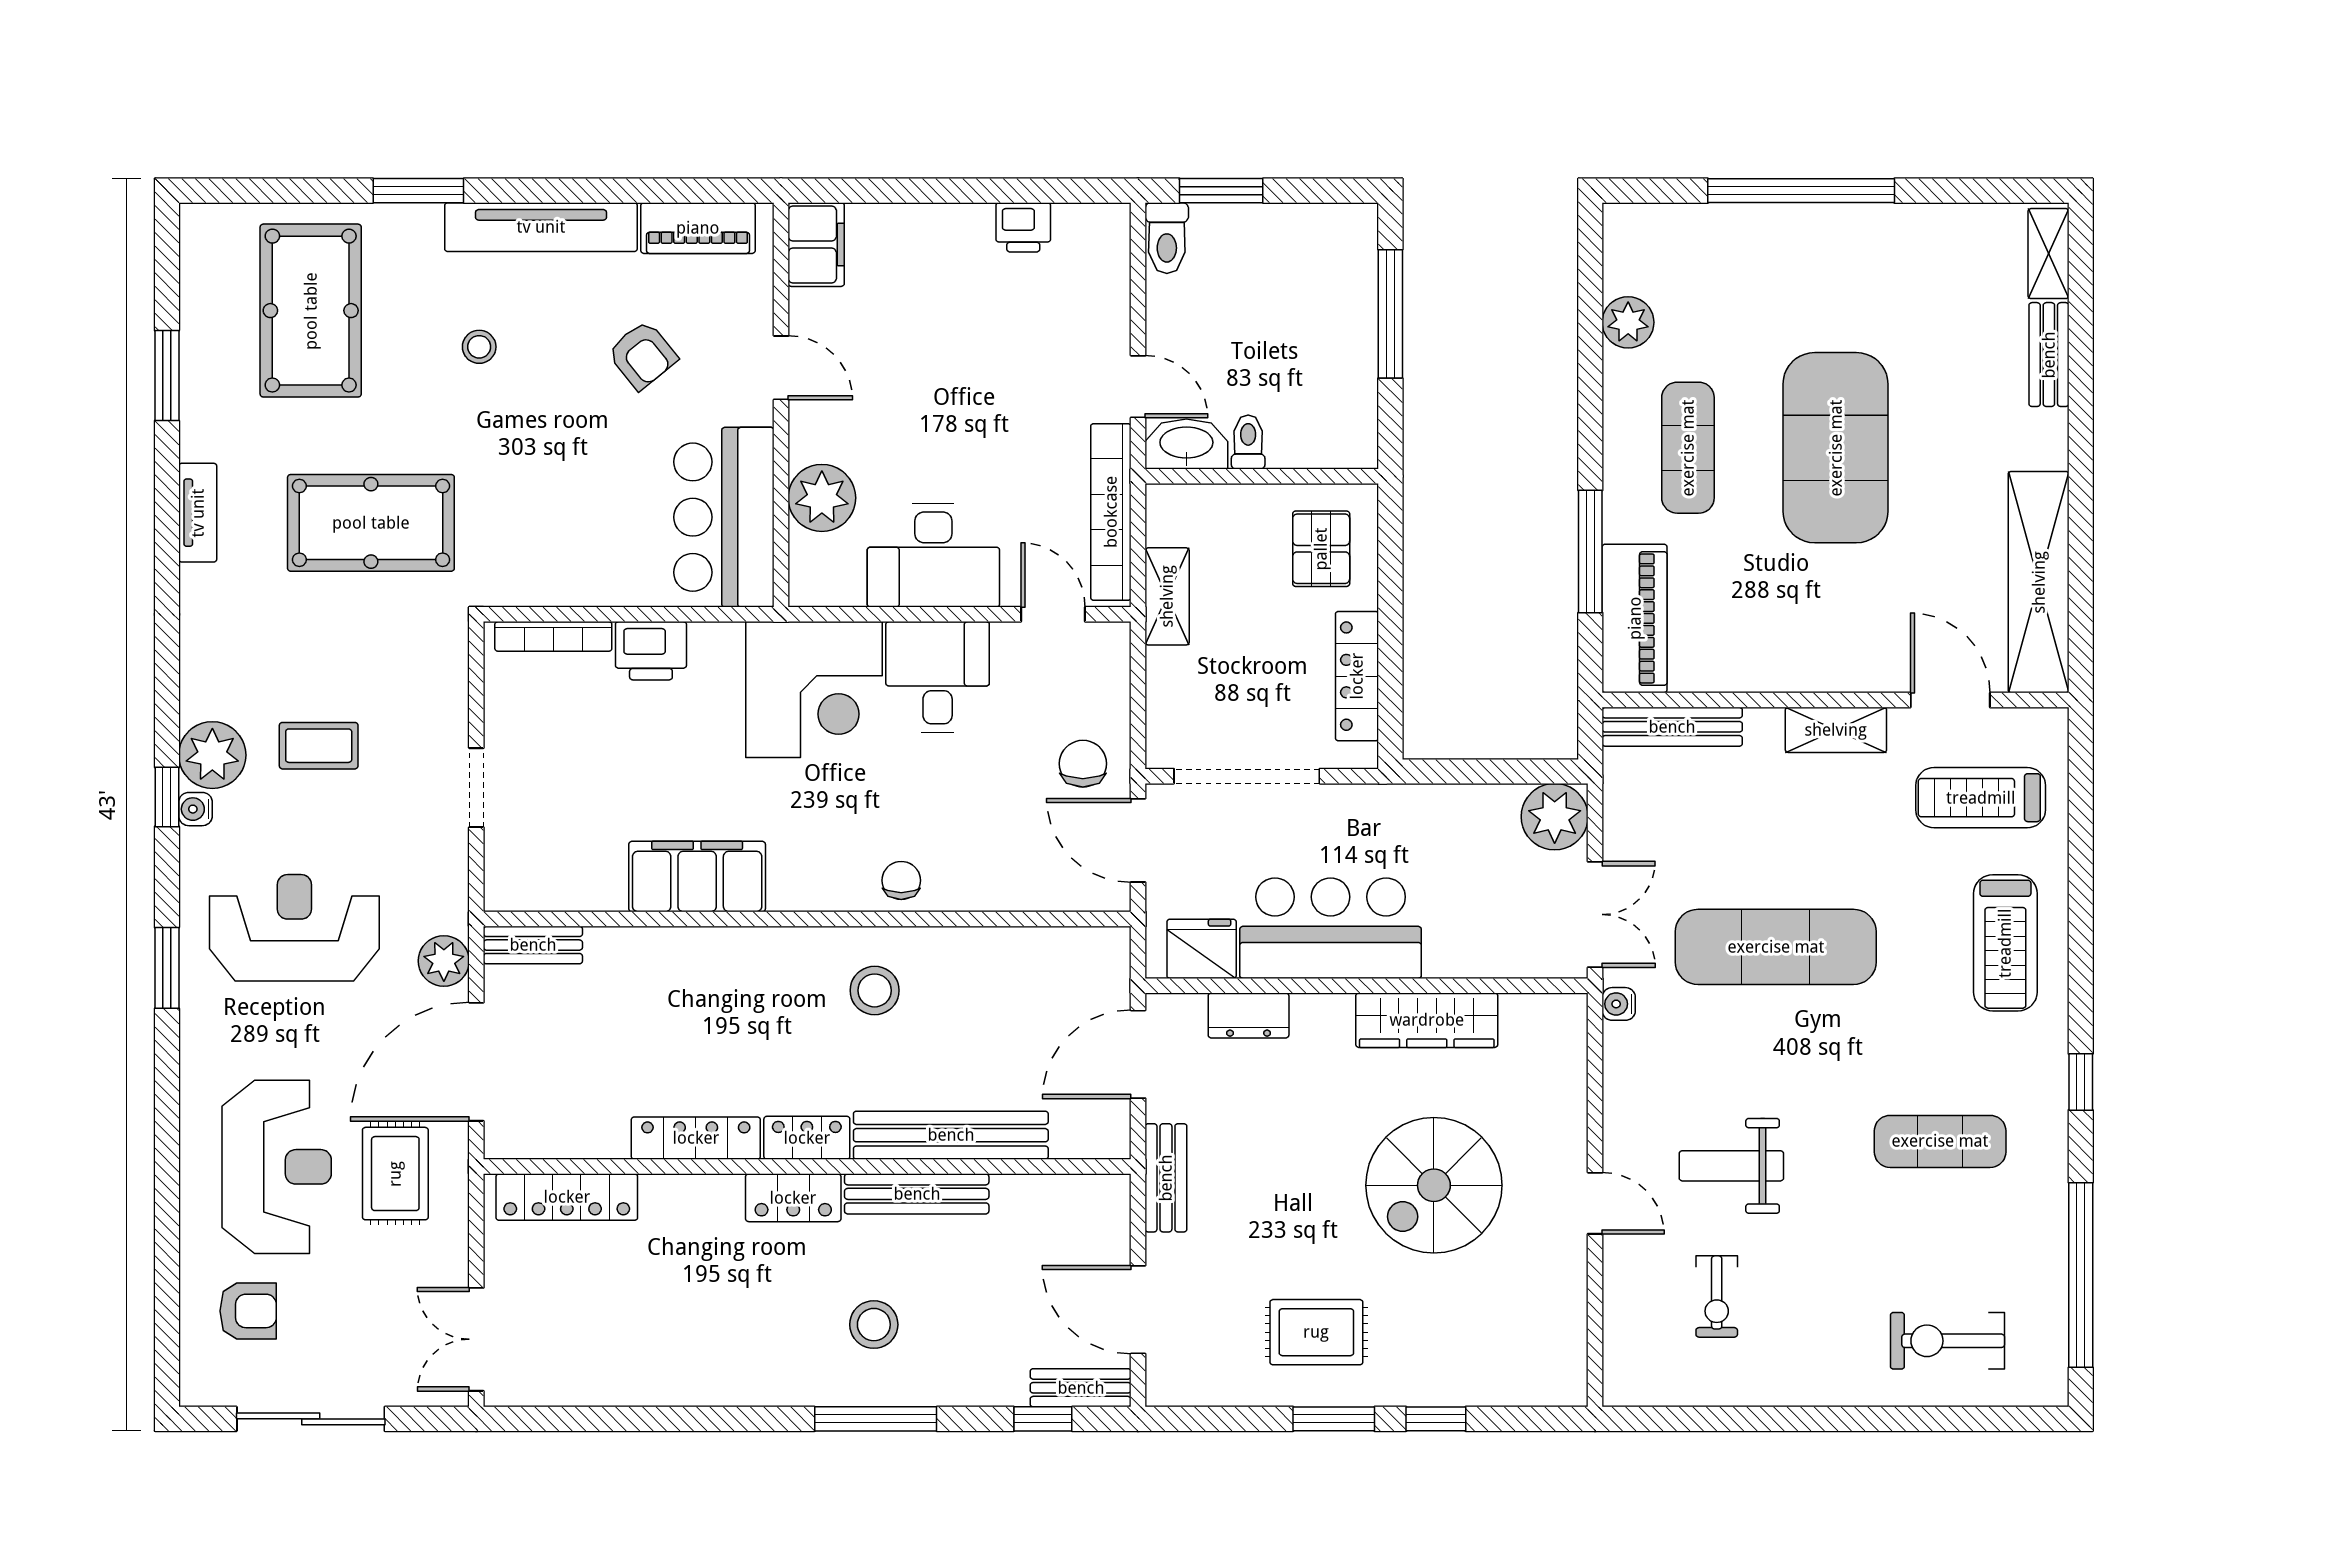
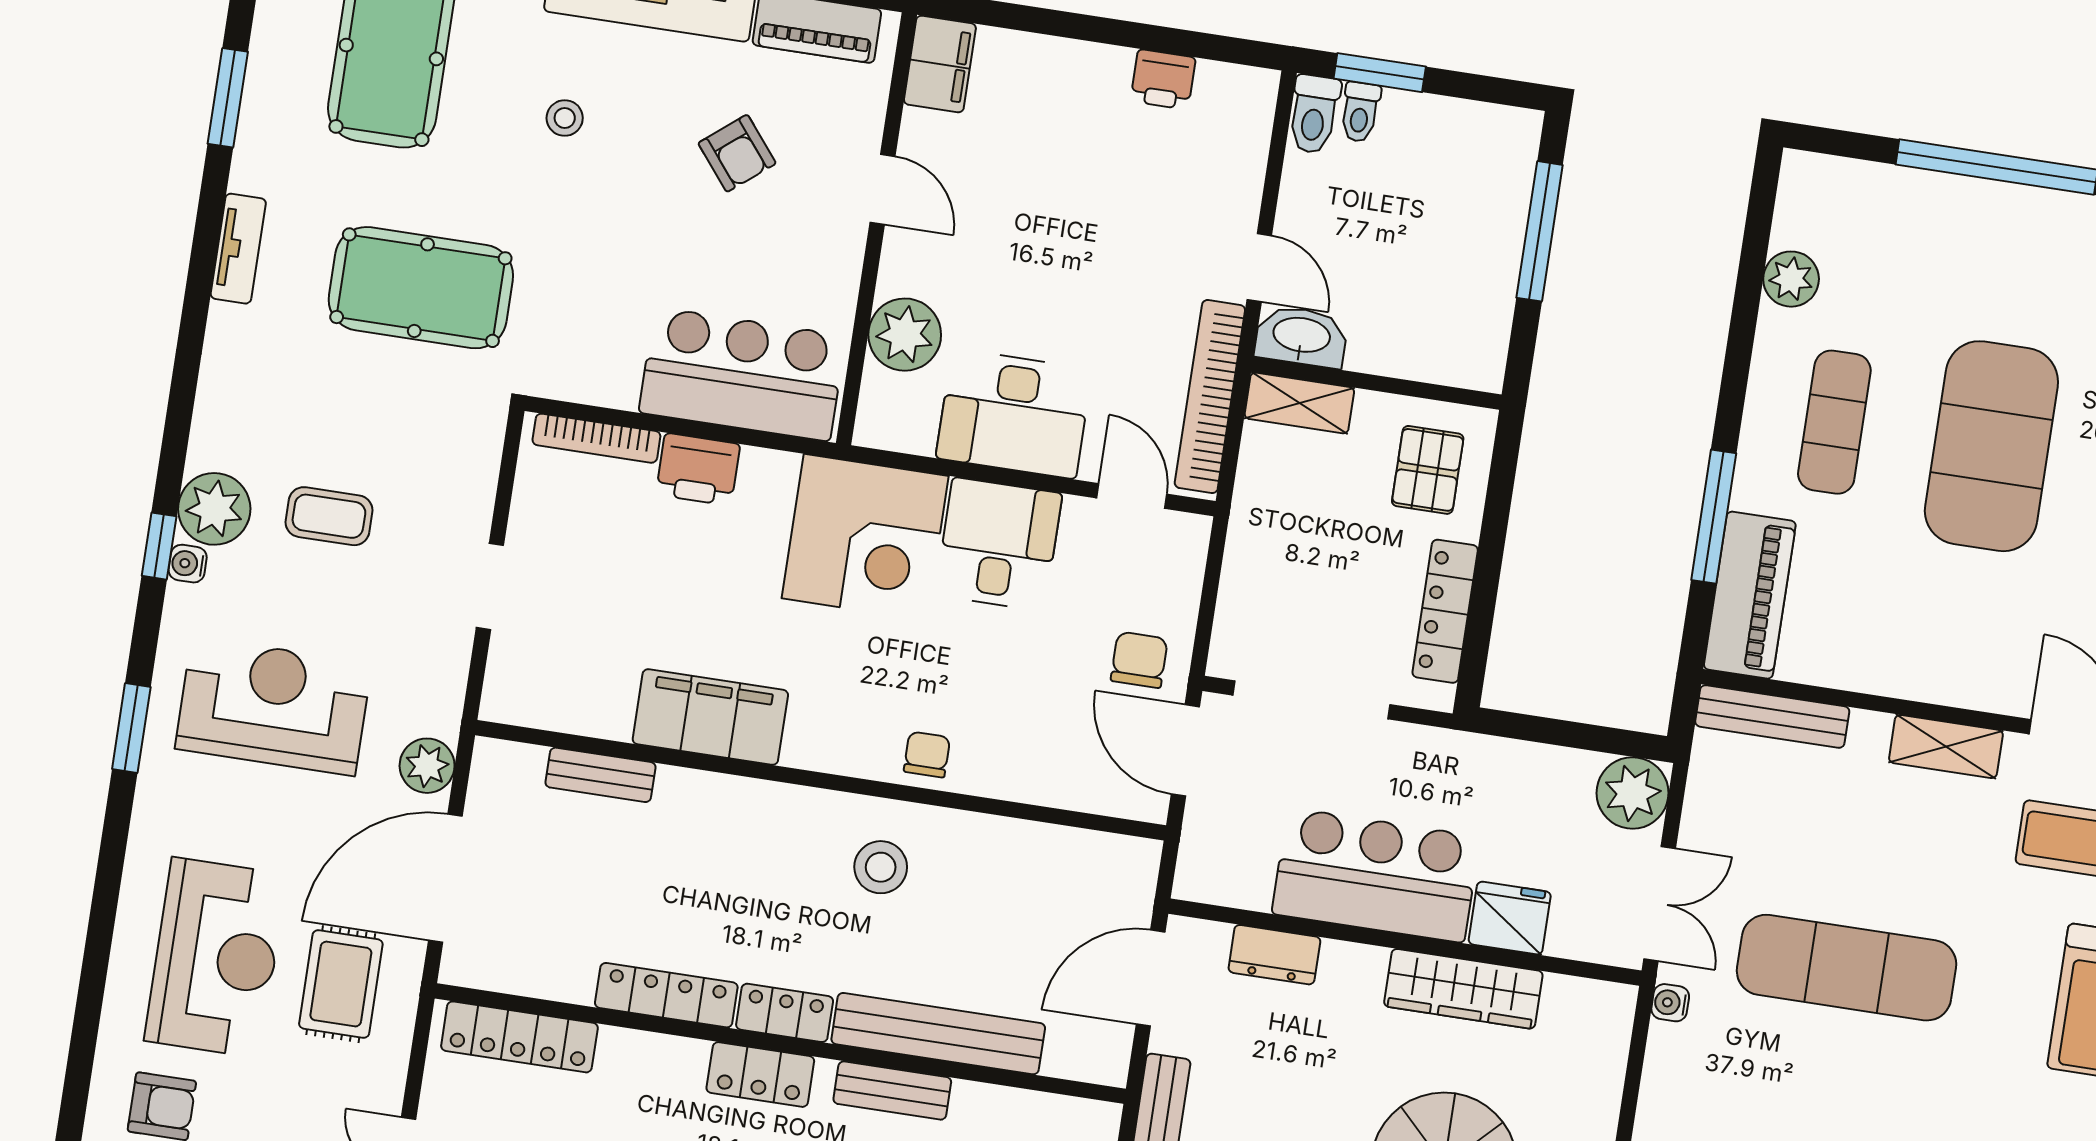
toilet: (1248, 442) -> (1360, 112), moved, turned 180
bar counter: (724, 517) -> (742, 374), moved, turned 90
shelving: (1167, 596) -> (1299, 403), moved, turned 90
bench: (533, 945) -> (600, 775), moved
fridge: (1202, 949) -> (1510, 918), moved
bench: (917, 1194) -> (892, 1090), width x0.73

